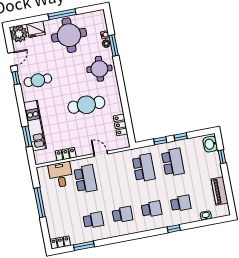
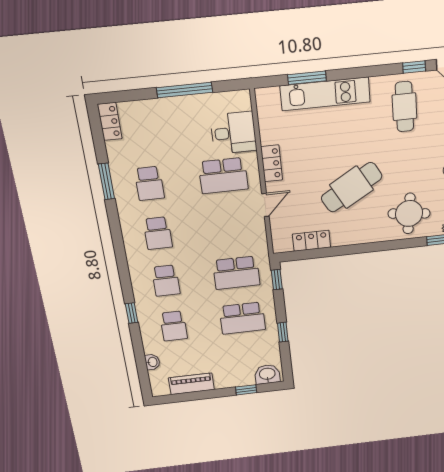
cafe table: (86, 105) -> (352, 187), turned 60
window: (160, 141) -> (277, 280), moved
locker: (66, 154) -> (272, 163), moved
window: (84, 246) -> (107, 181), moved

